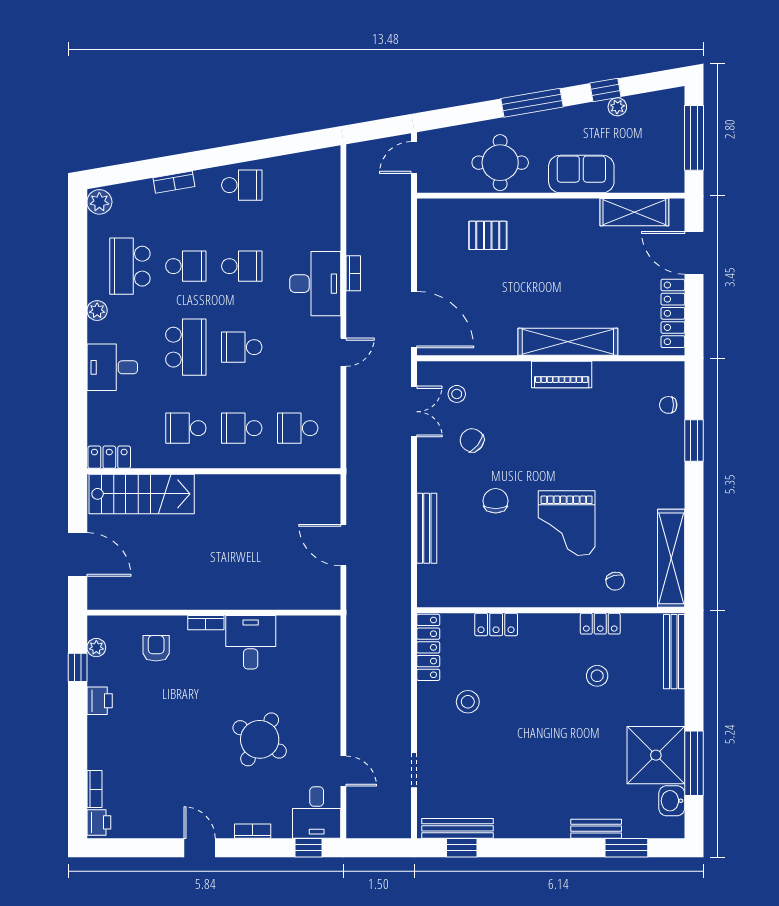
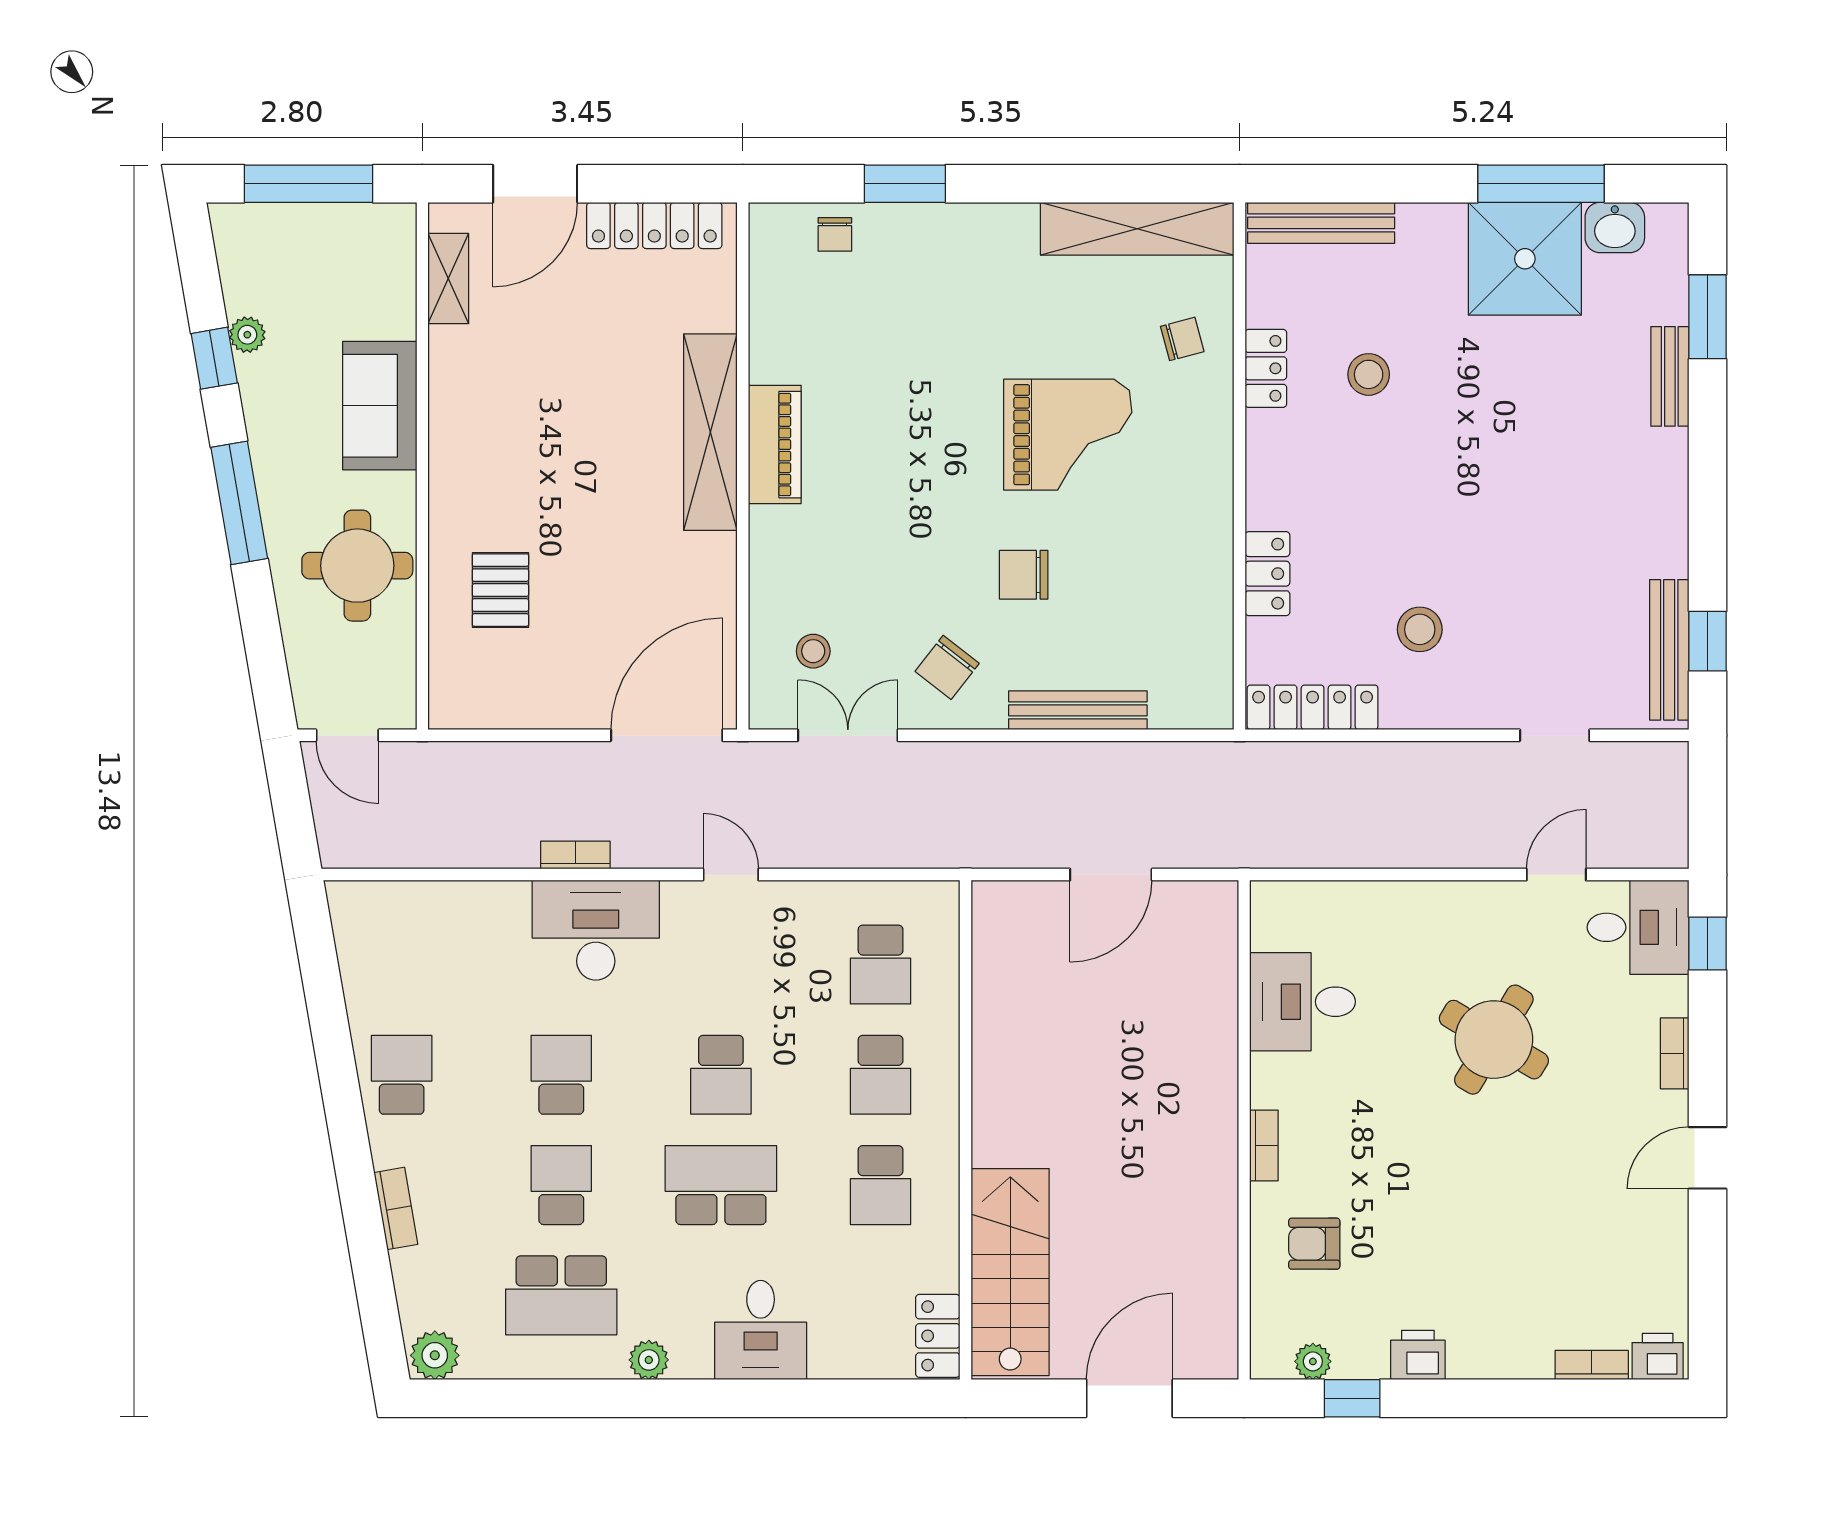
shelving: (634, 212) -> (448, 278), width x0.67, depth x0.75
chair: (472, 440) -> (947, 667), moved
desk: (251, 642) -> (1303, 1002), moved

